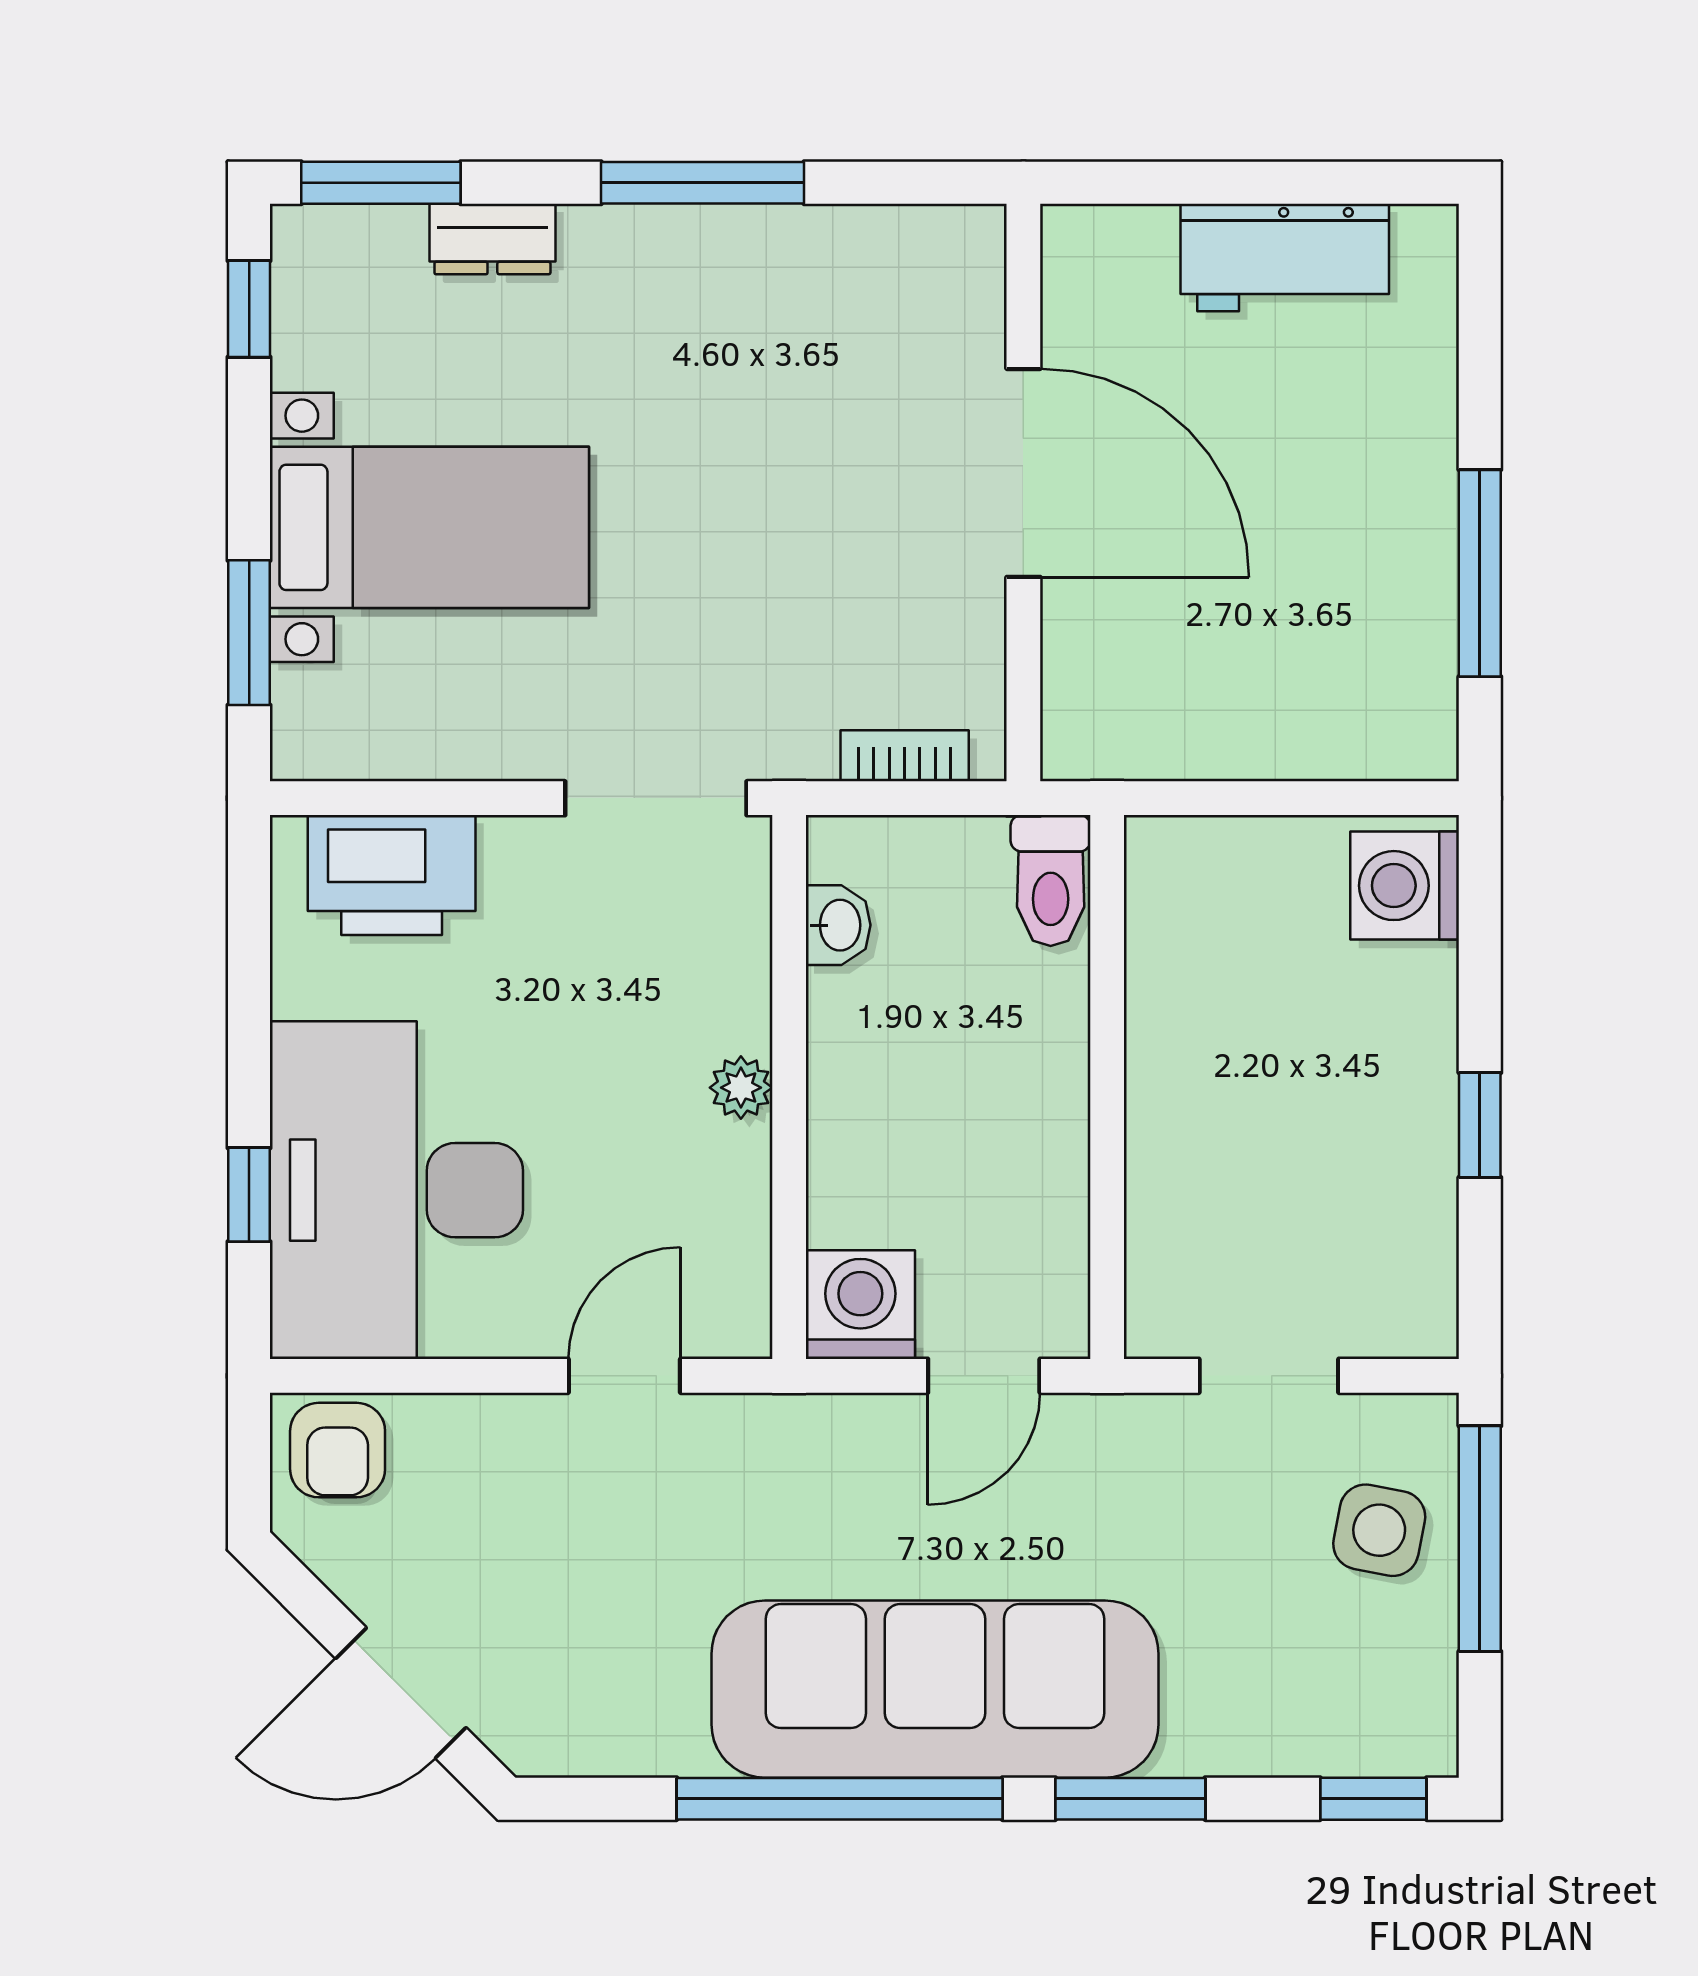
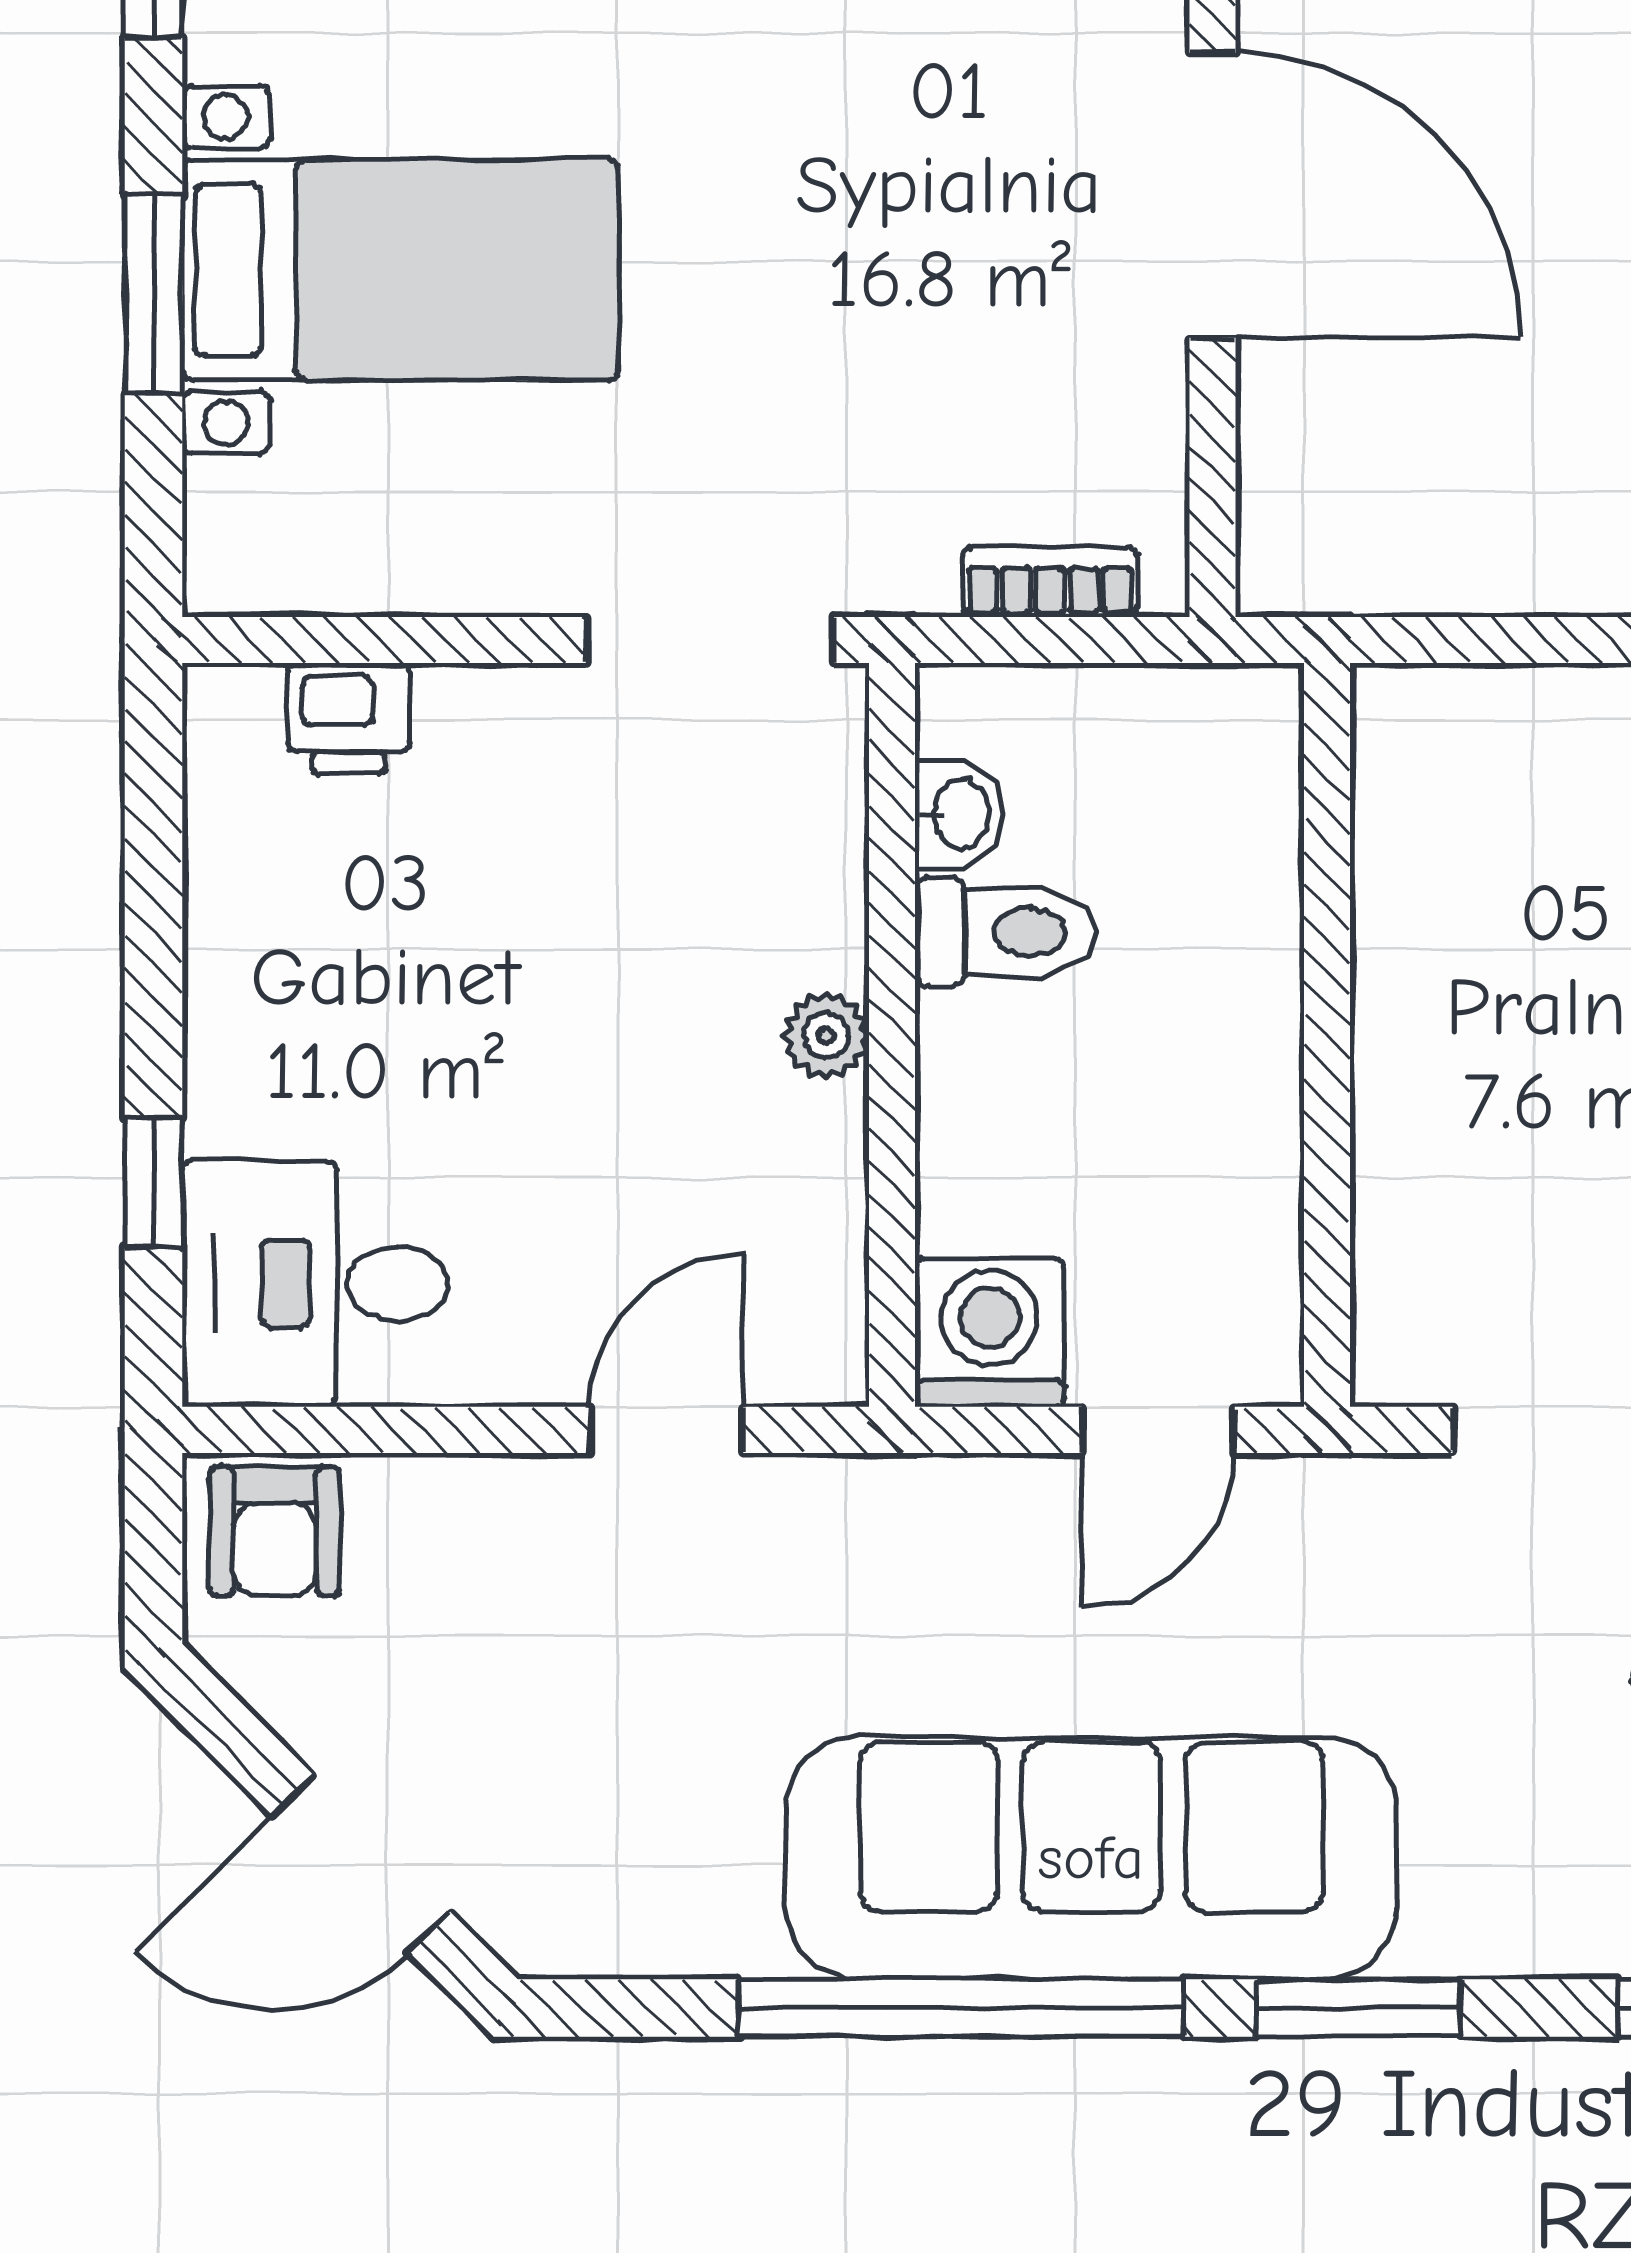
window: (249, 633) -> (154, 294), moved
printer: (392, 875) -> (349, 718), width x0.53, depth x0.68
toilet: (1051, 881) -> (1005, 932), moved, turned -90
desk: (396, 1190) -> (315, 1284), width x0.53, depth x0.77

